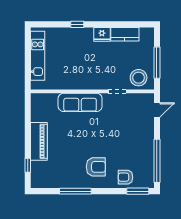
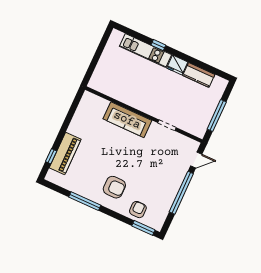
kitchen unit: (38, 56) -> (145, 50), moved, turned 90
stool: (139, 78) -> (193, 122), removed
piano: (39, 141) -> (65, 154), moved
window: (157, 161) -> (181, 193), moved
armchair: (126, 177) -> (138, 210), turned 90

